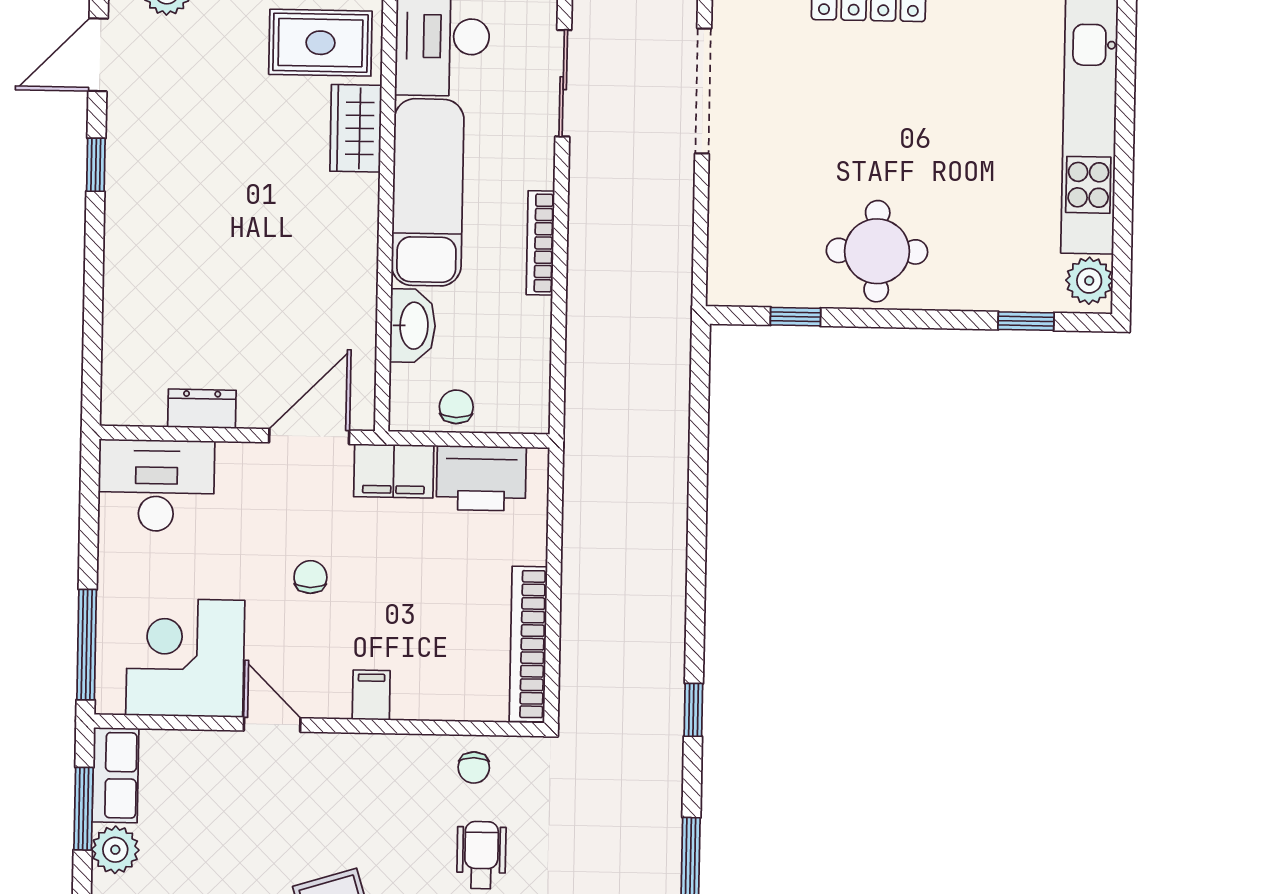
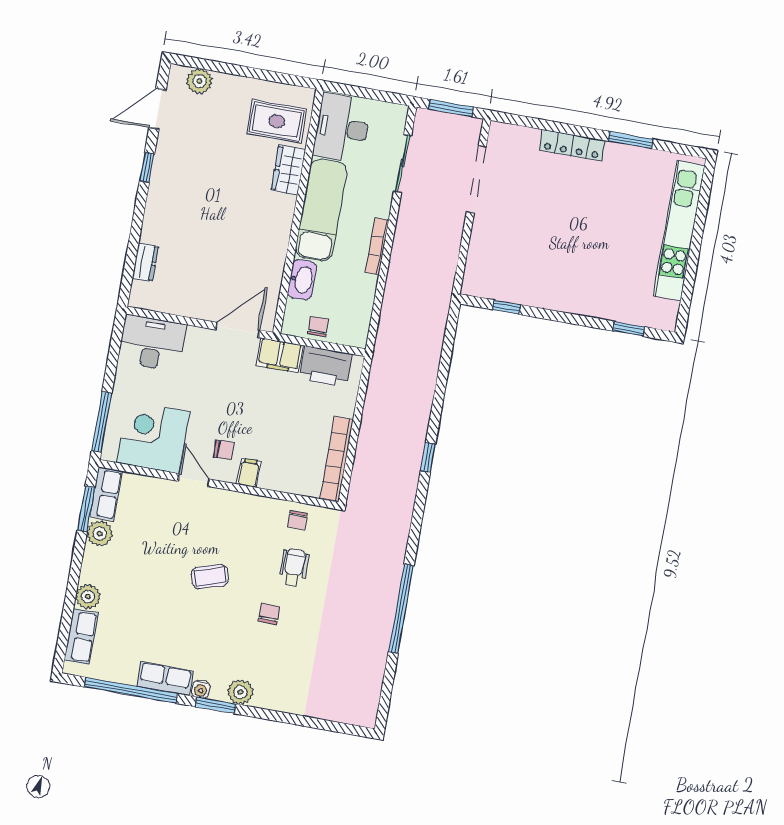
round table: (877, 251) -> (555, 279), removed
plant: (1089, 281) -> (666, 313), removed
dresser: (202, 409) -> (145, 262), moved, turned 90
chair: (310, 577) -> (224, 450), moved, turned 90
window: (693, 710) -> (428, 457), moved

